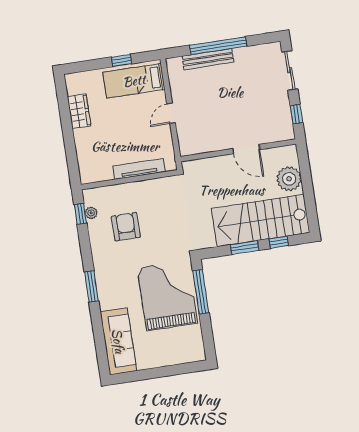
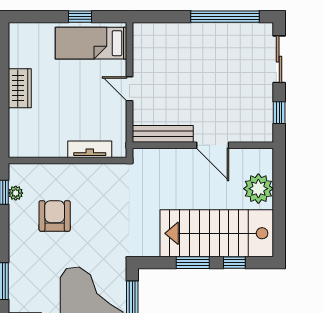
window: (218, 46) -> (225, 17), moved
bench: (208, 59) -> (163, 134), moved
wardrobe: (79, 111) -> (20, 88), moved
door: (171, 113) -> (129, 89), hinge flipped
tv unit: (139, 169) -> (90, 149), width x0.71

